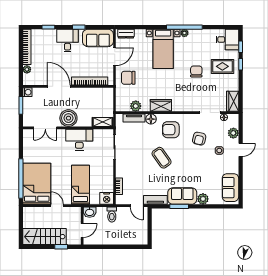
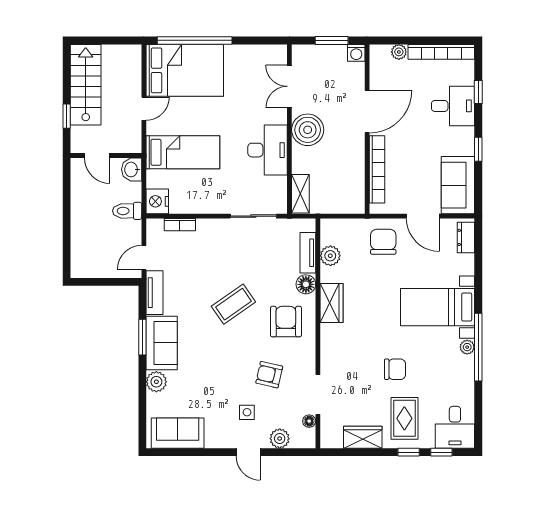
desk: (67, 40) -> (453, 106), moved
wardrobe: (233, 101) -> (363, 437), moved

